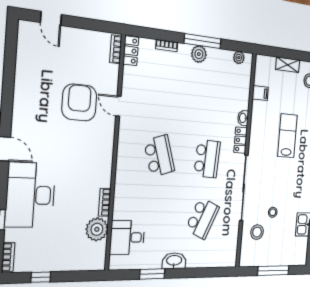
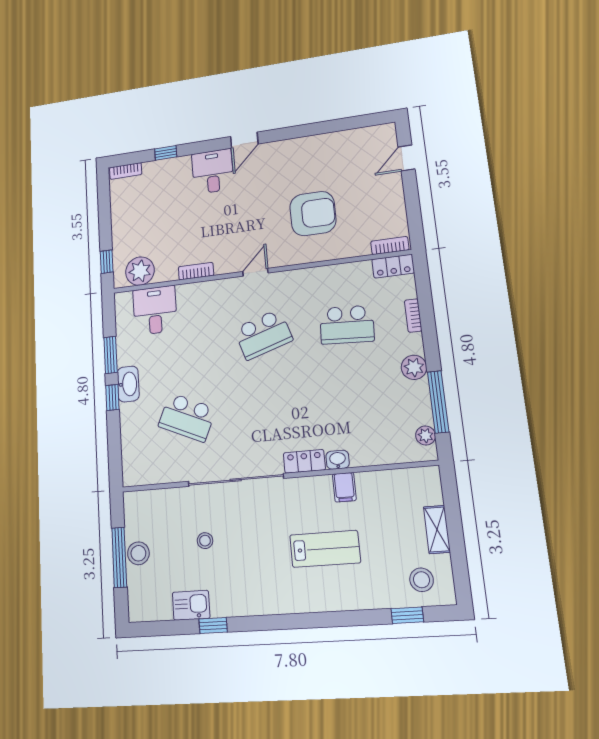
window: (203, 41) -> (438, 402), moved
filing cabinet: (260, 93) -> (344, 487), moved
door: (118, 106) -> (255, 272), moved
school desk: (207, 159) -> (347, 325), moved
desk: (31, 195) -> (213, 171), width x0.53, depth x0.77
plant: (97, 229) -> (140, 271), moved
stool: (257, 232) -> (138, 553), moved
window: (181, 273) -> (112, 397), added
window: (41, 277) -> (107, 262), moved

